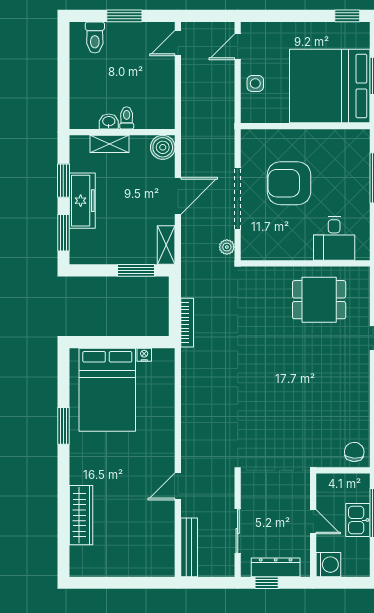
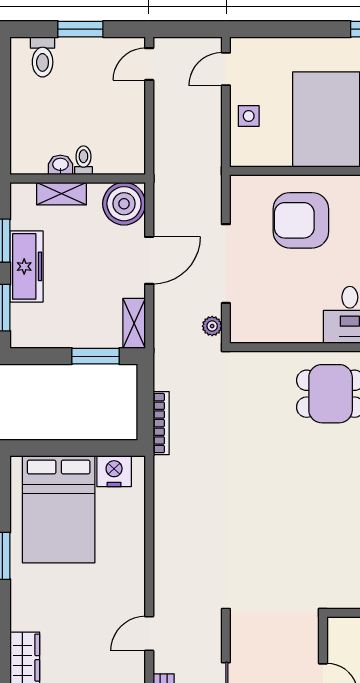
boiler: (163, 147) -> (124, 204), width x1.37, depth x1.37
armchair: (289, 183) -> (301, 220), moved
nightstand: (144, 355) -> (114, 471), width x1.89, depth x1.79

